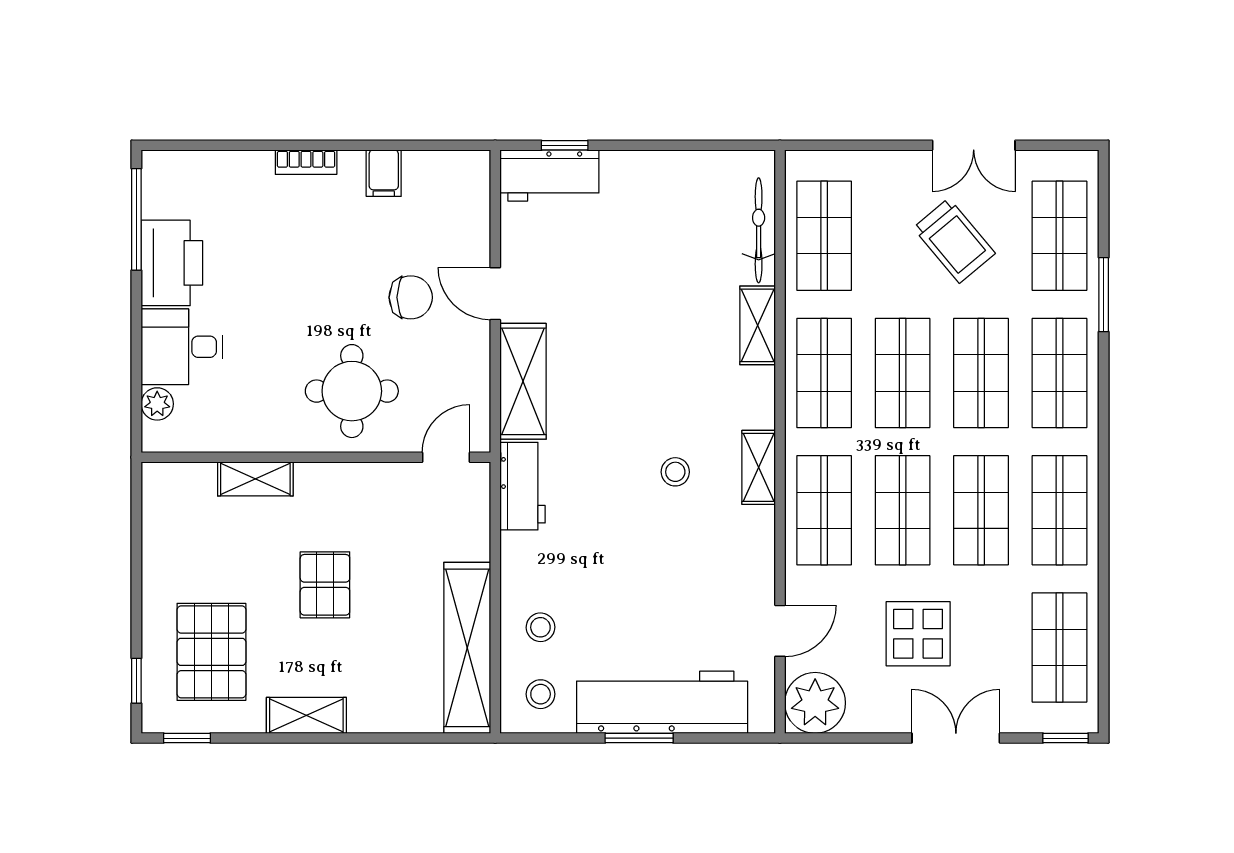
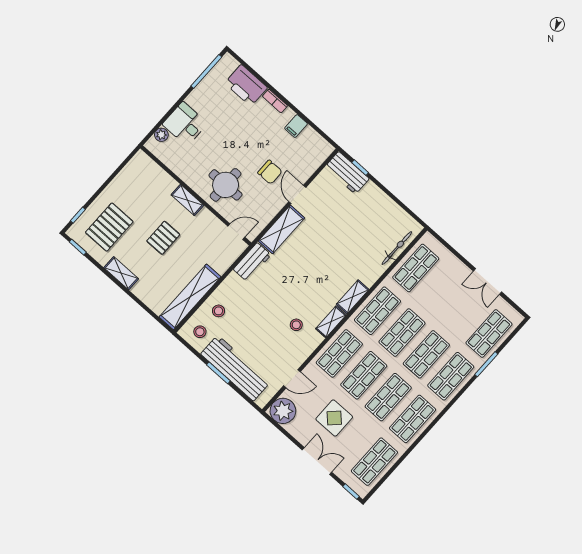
trolley: (954, 241) -> (455, 306), removed
printer: (172, 263) -> (246, 85), moved, turned 90
shelving: (758, 325) -> (353, 297), moved
stool: (675, 472) -> (296, 325), moved
shelving: (255, 479) -> (187, 200), moved

